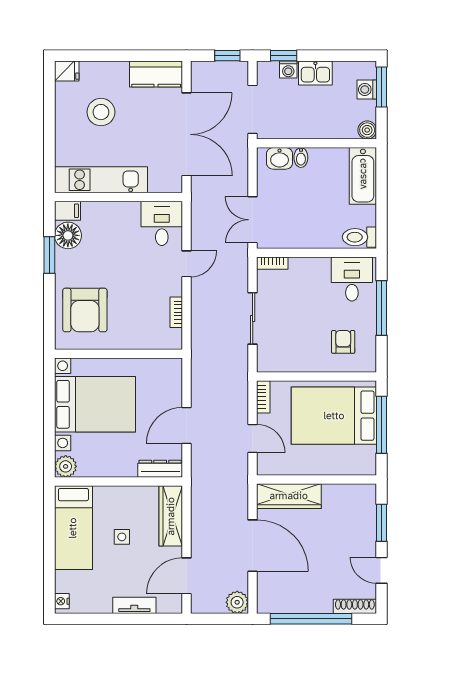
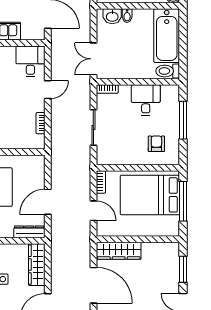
bathtub: (363, 176) -> (167, 36), width x1.36, depth x1.36
desk: (352, 279) -> (146, 100), moved

